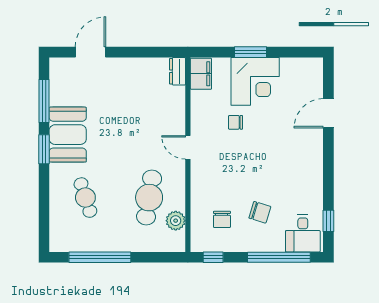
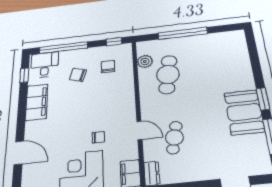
door: (328, 113) -> (19, 153), hinge flipped
door: (188, 147) -> (139, 130), moved
filing cabinet: (310, 179) -> (37, 102), added
cafe table: (85, 198) -> (174, 138), moved, turned 30
window: (100, 257) -> (183, 33), moved

